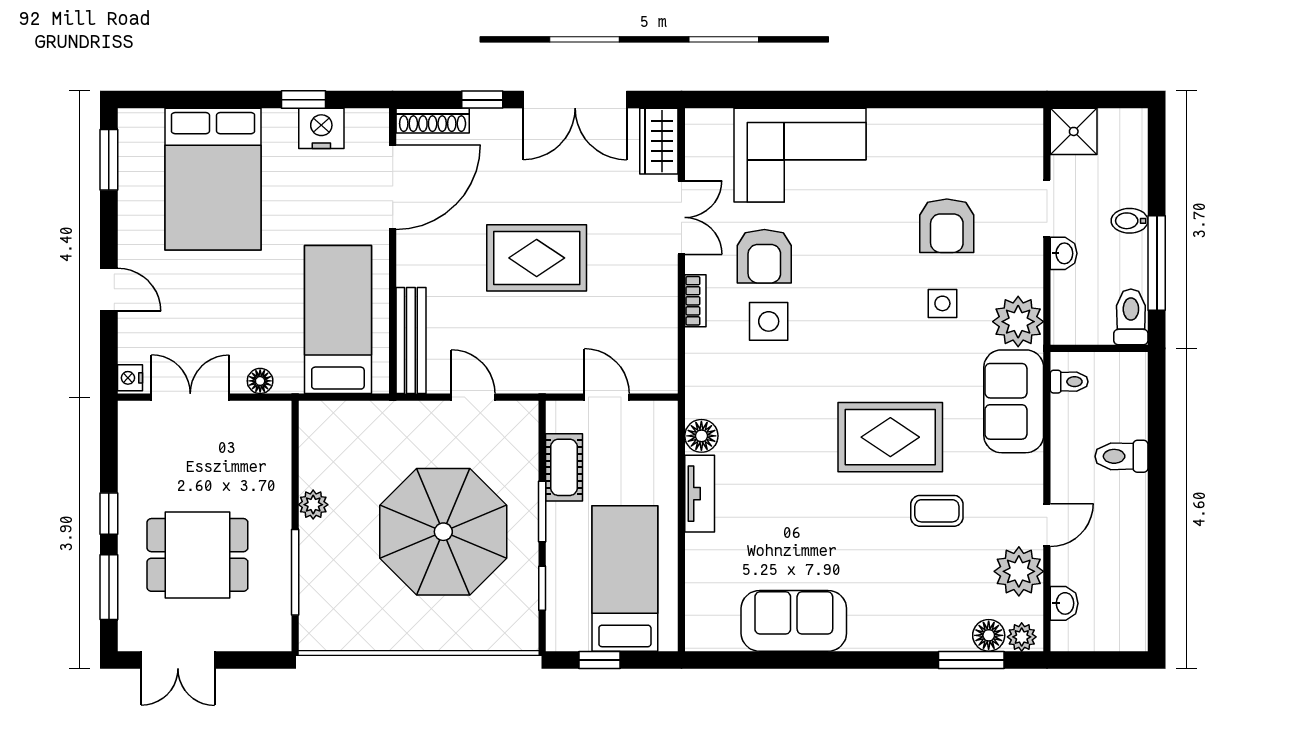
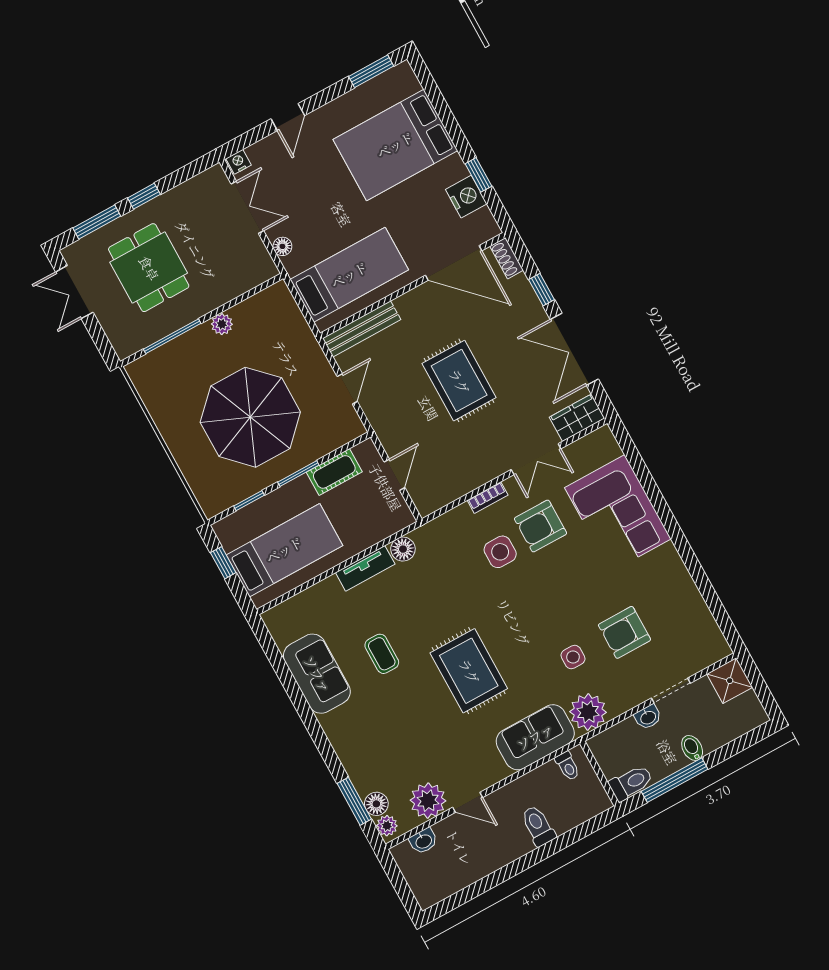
shoe rack: (433, 121) -> (507, 258), width x0.70
coffee table: (937, 511) -> (382, 654), moved

